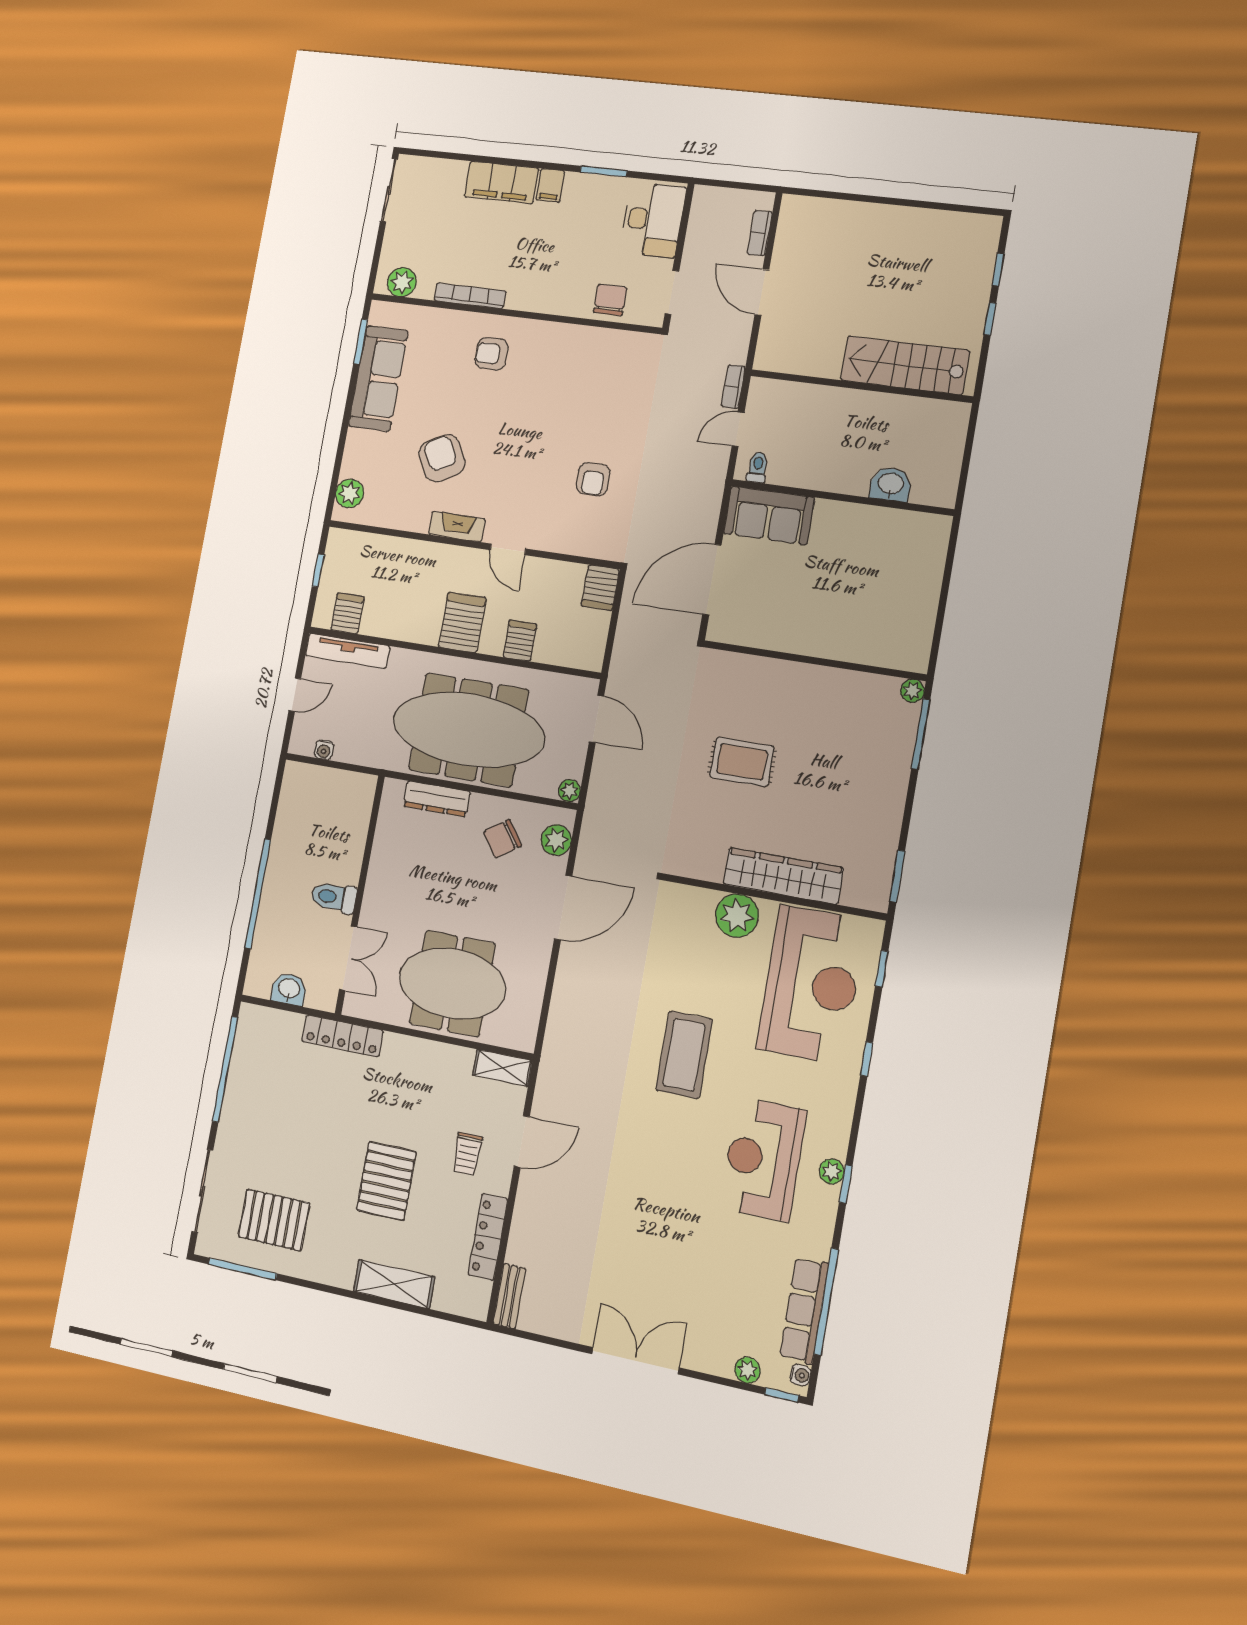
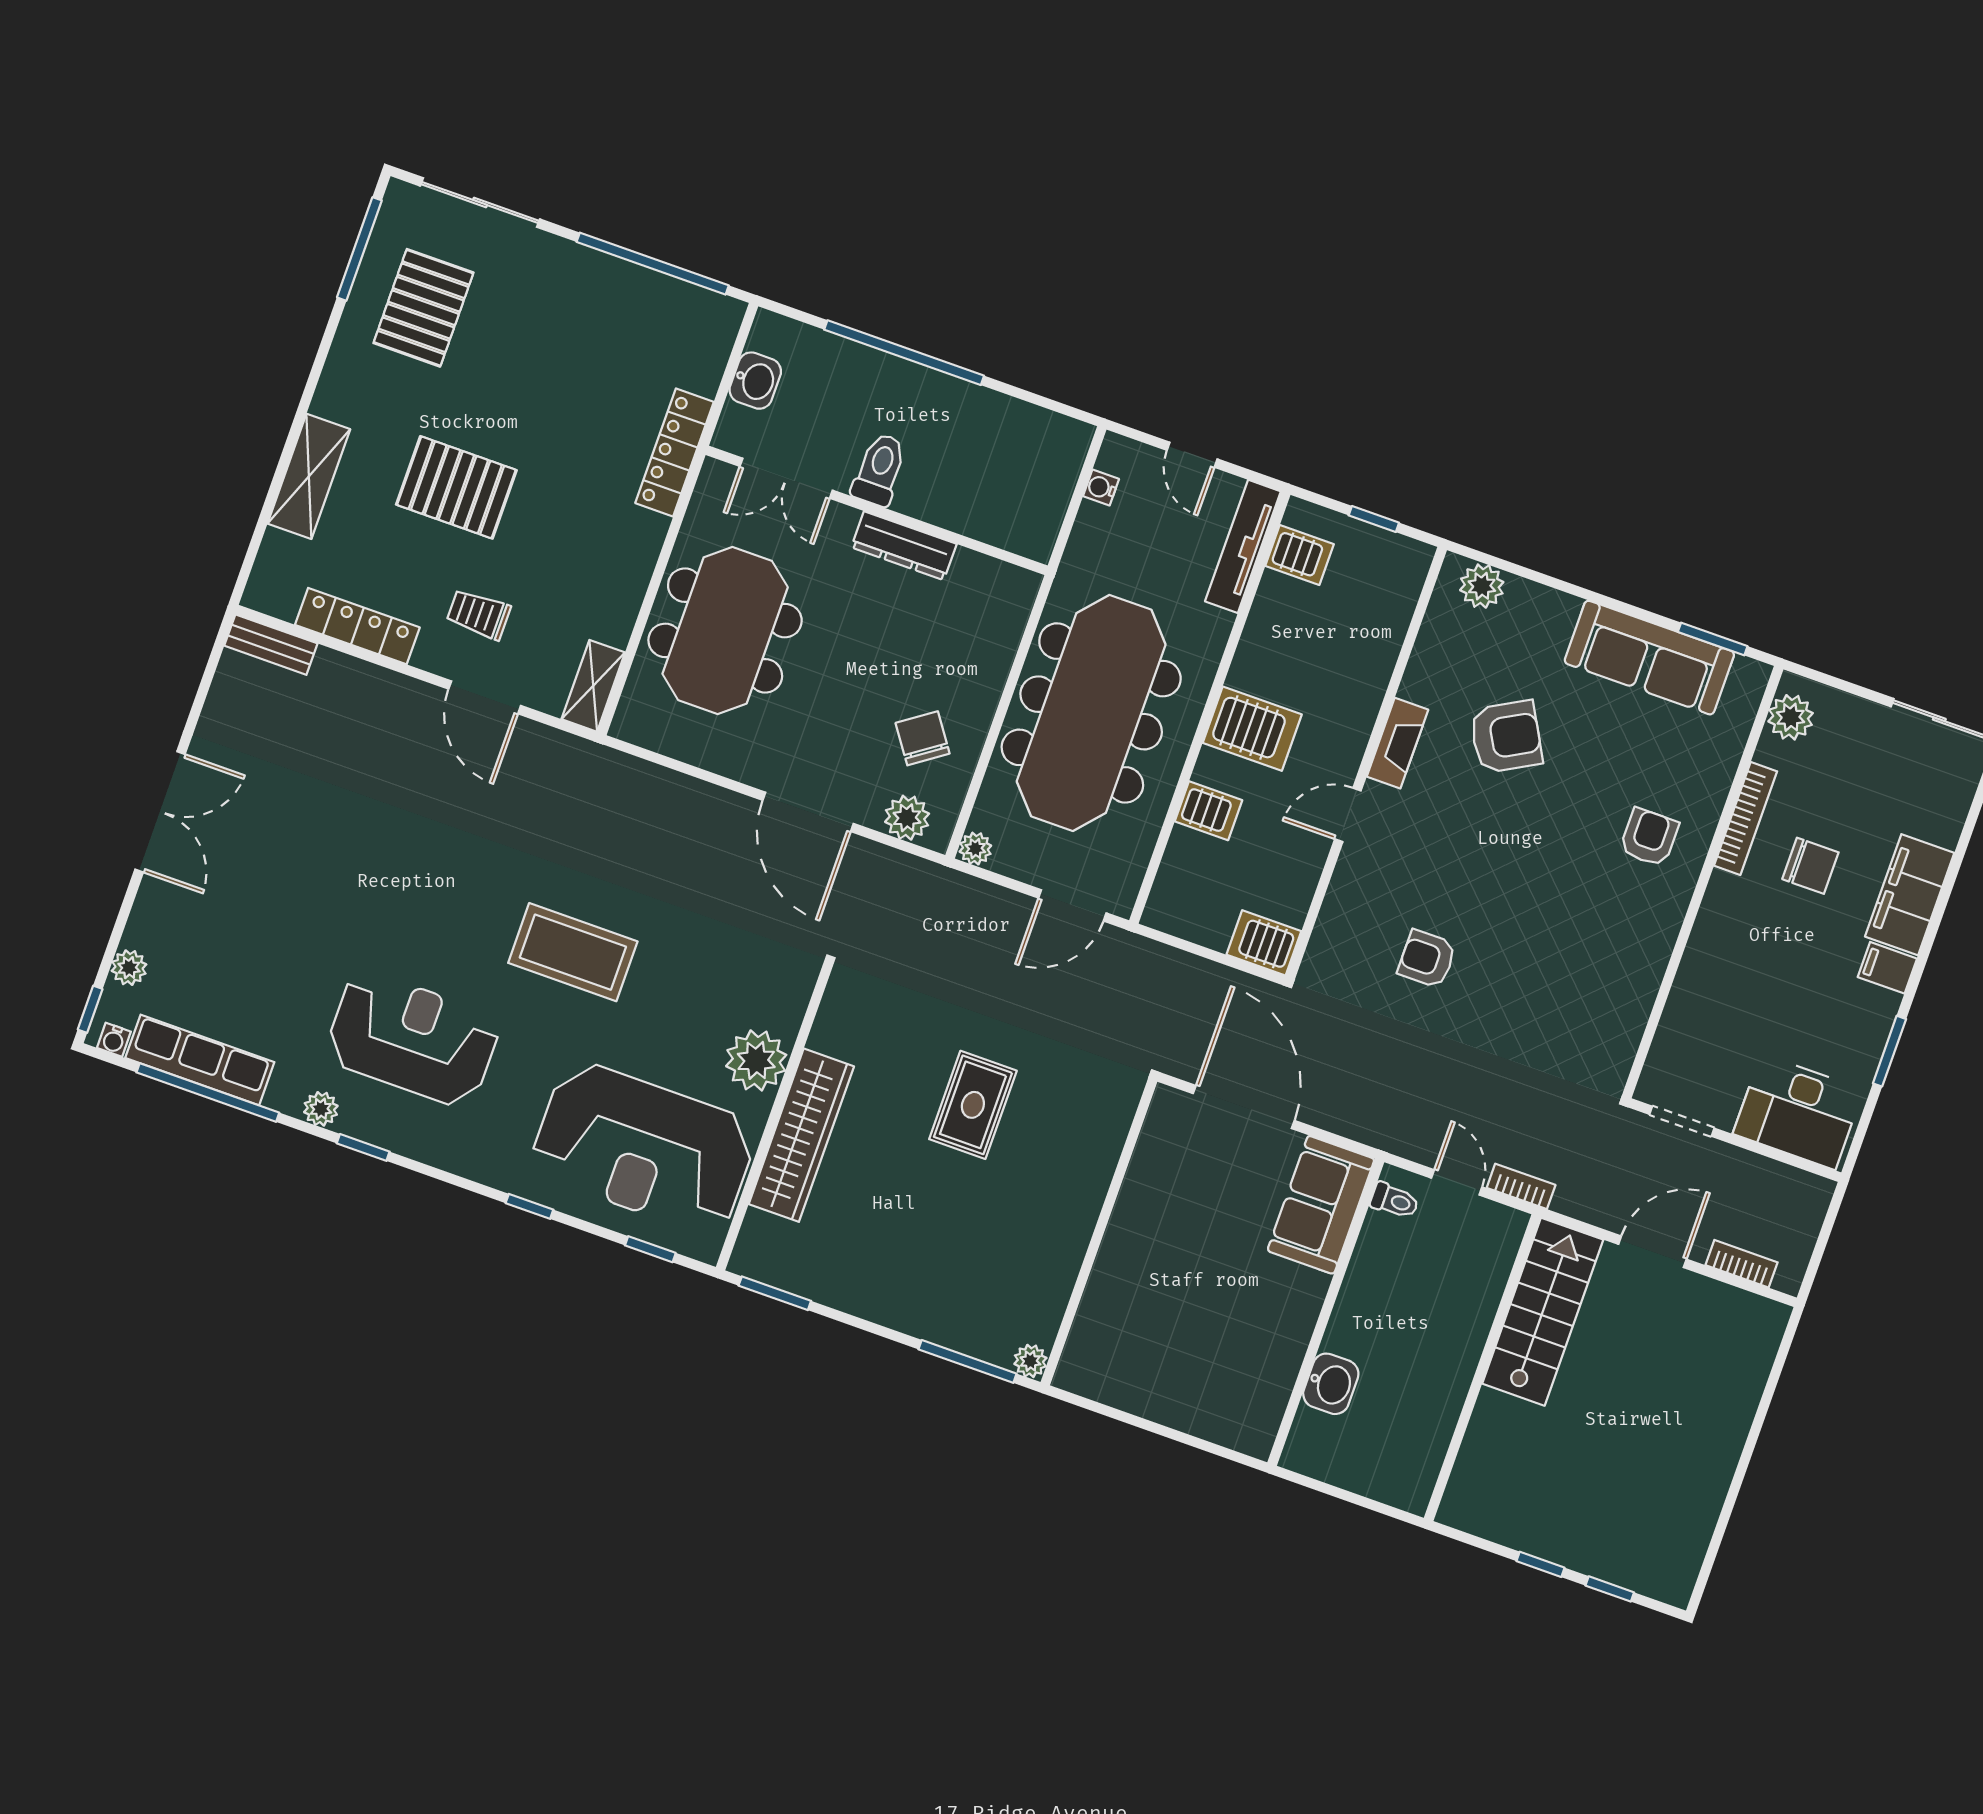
chair: (610, 300) -> (1810, 866), moved
stairs: (905, 365) -> (1543, 1312), moved
dresser: (437, 799) -> (904, 546), moved, turned -90
plant: (832, 1171) -> (321, 1109), moved

